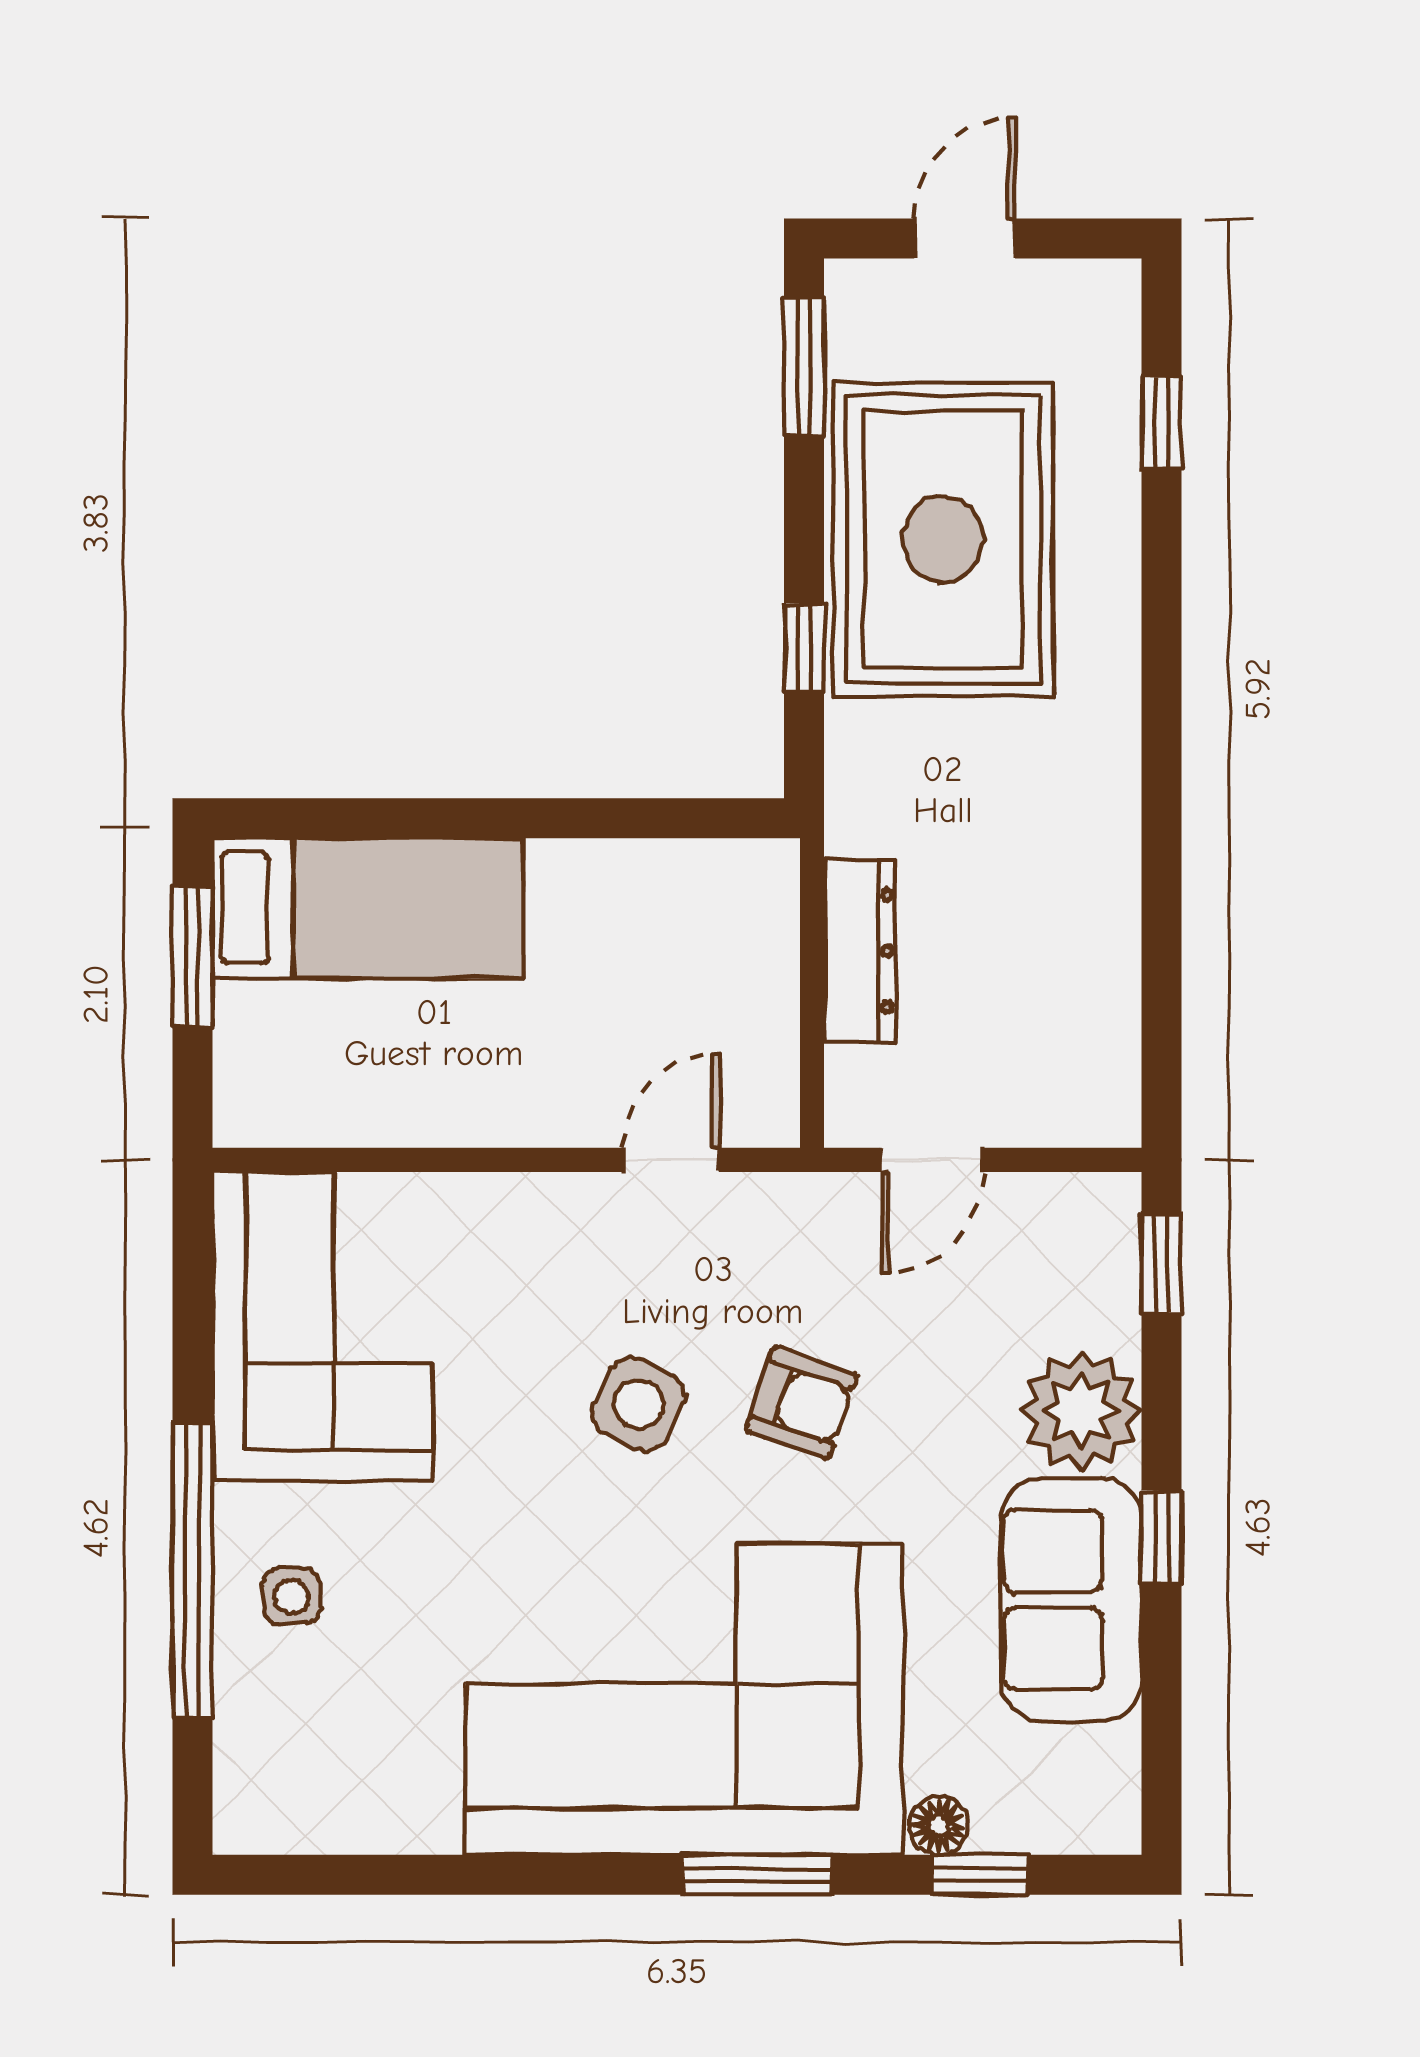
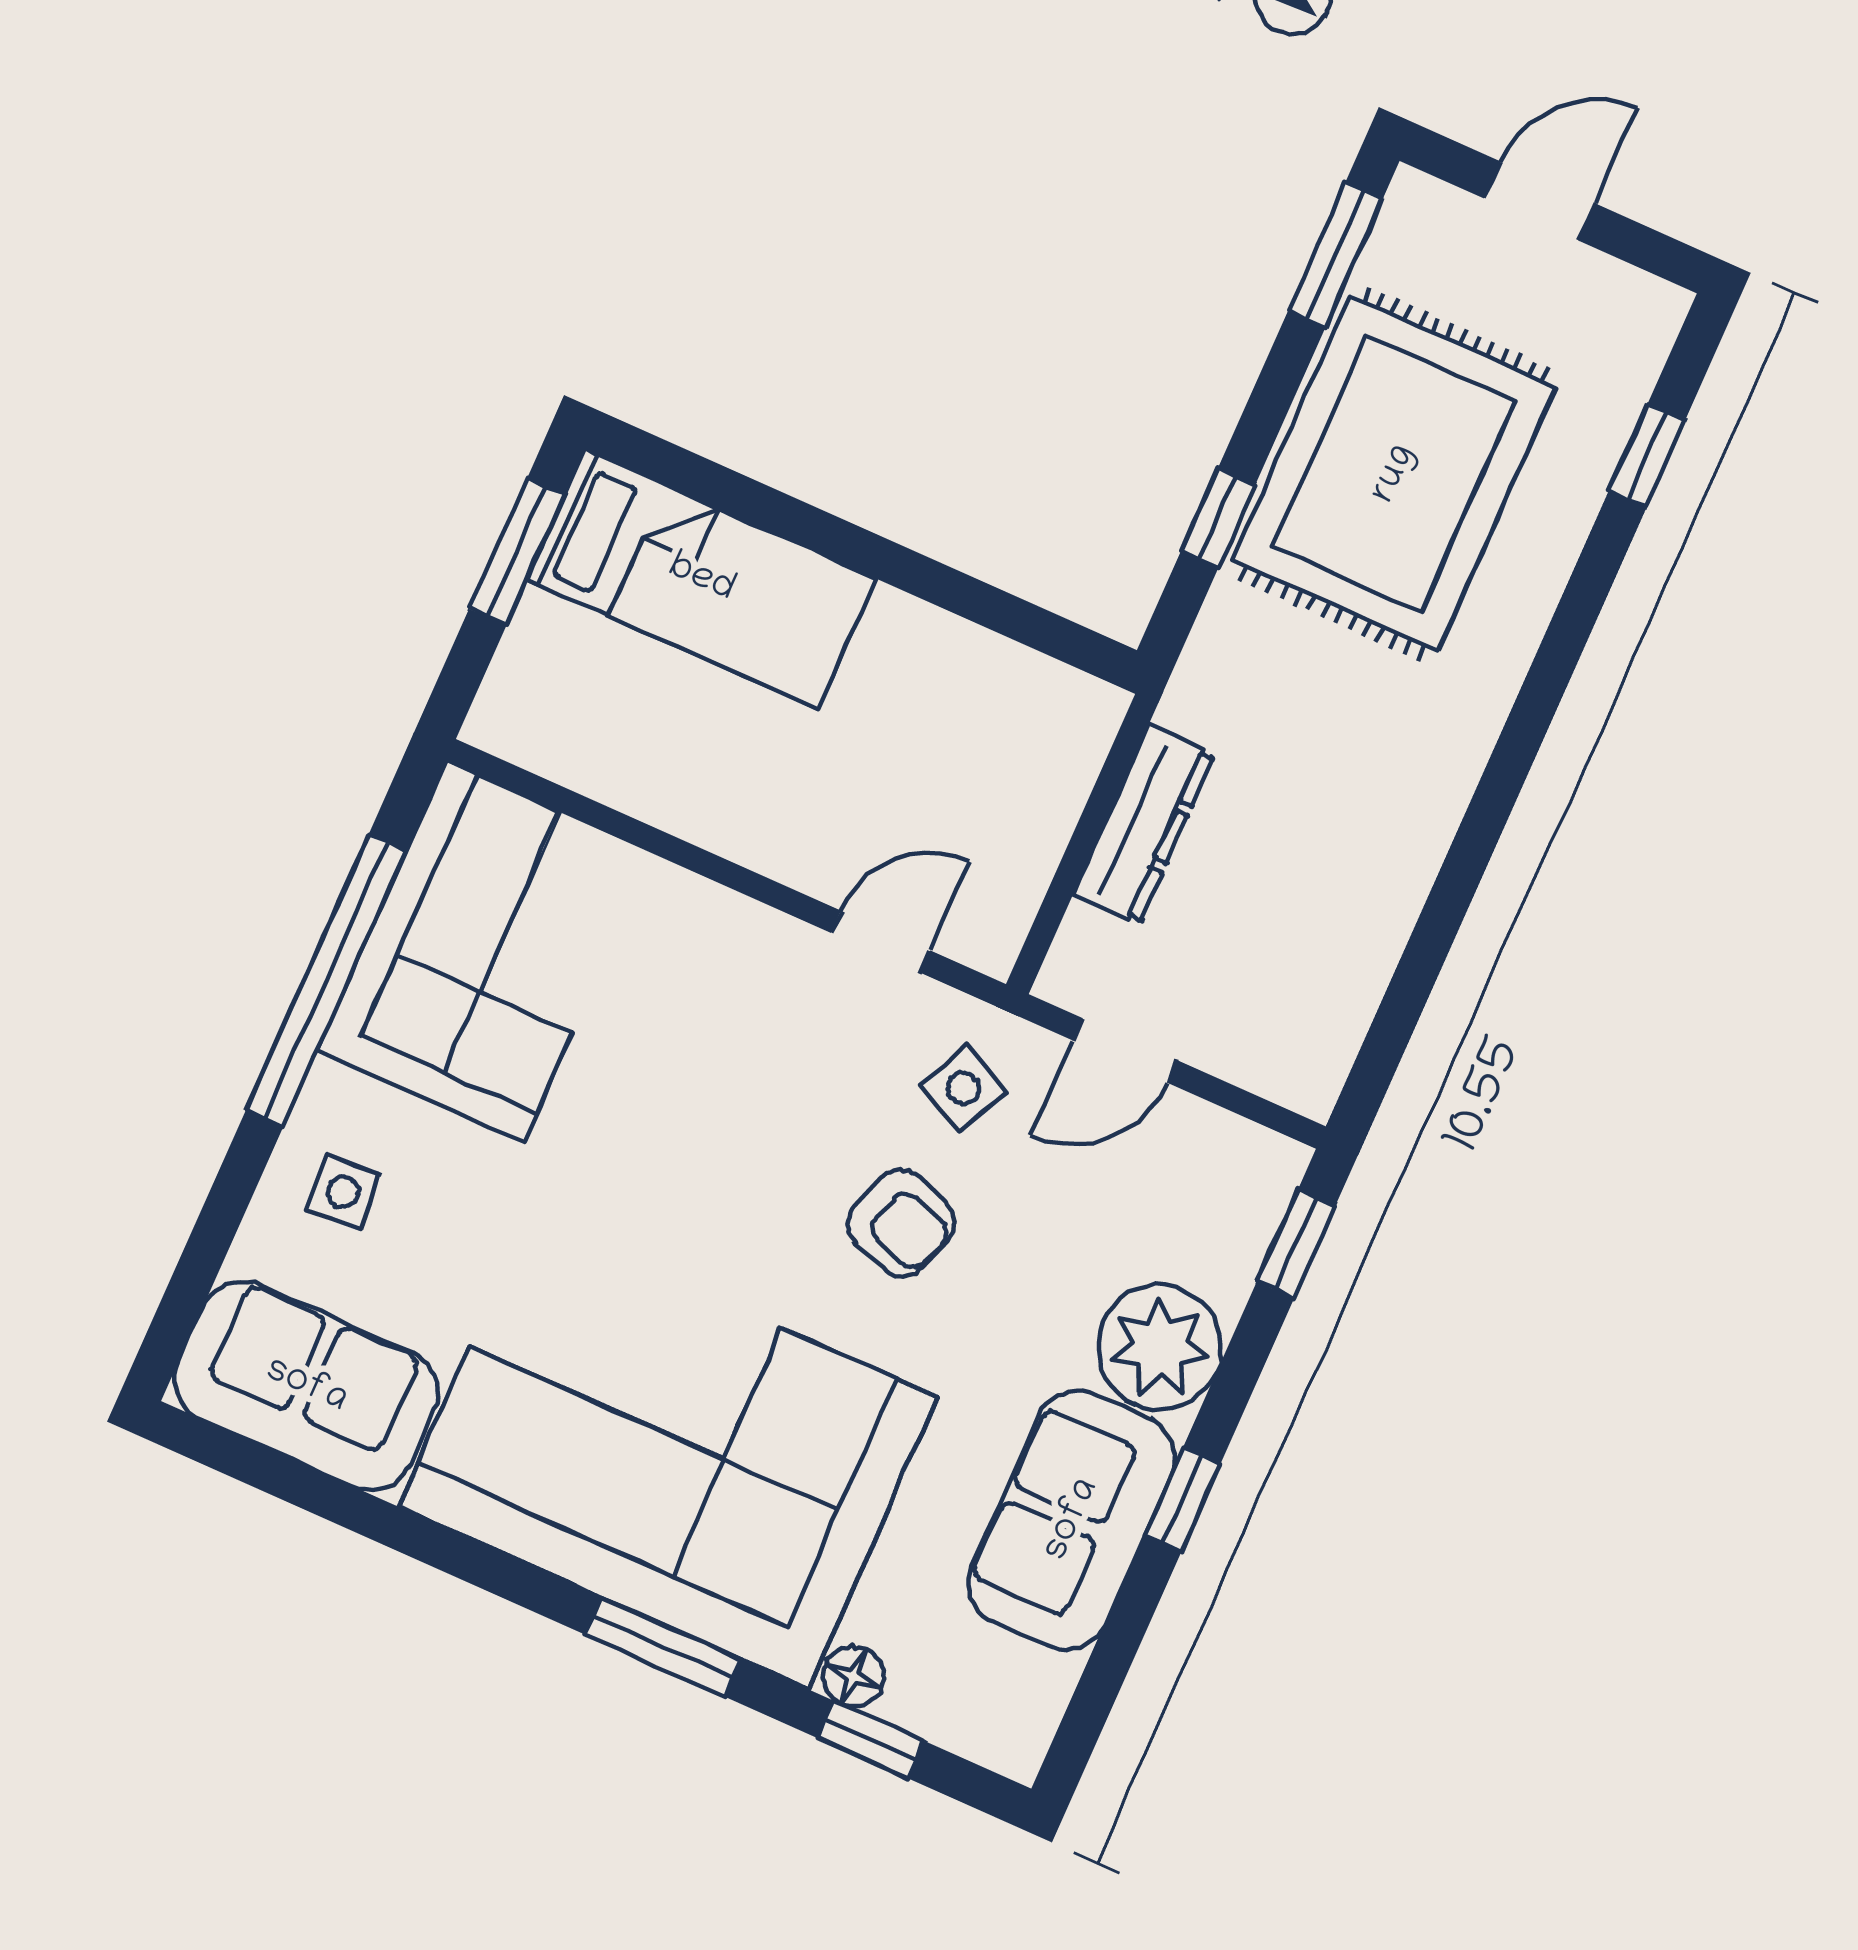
side table: (639, 1404) -> (963, 1088), moved, width x0.73, depth x0.73
window: (192, 1570) -> (326, 981), moved
sofa: (336, 1784) -> (306, 1386), added

